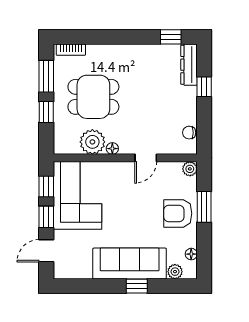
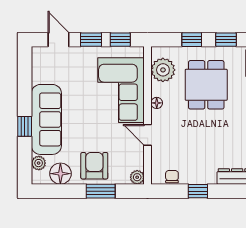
window: (46, 76) -> (226, 40), width x0.67
window: (204, 87) -> (198, 191), moved
plant: (92, 142) -> (163, 70), moved
corner sofa: (77, 195) -> (121, 90), moved, turned 90
floor lamp: (191, 254) -> (60, 174), width x1.89, depth x1.89

